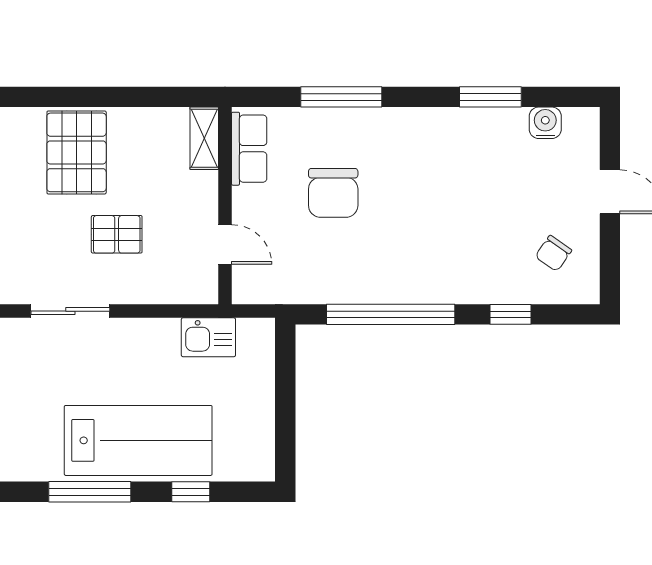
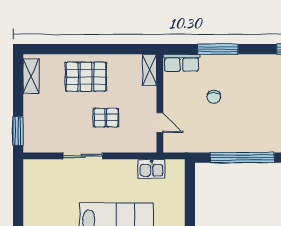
row of seats: (249, 149) -> (181, 63), moved, turned 90
pallet: (77, 152) -> (86, 77), turned 90
chair: (333, 193) -> (214, 97), width x0.54, depth x0.54

